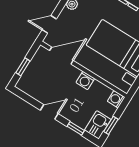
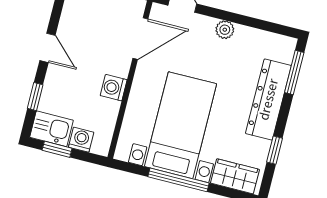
door: (61, 56) -> (140, 39), hinge flipped
washing machine: (116, 99) -> (81, 140), moved

